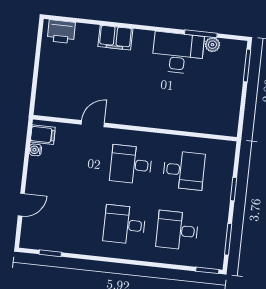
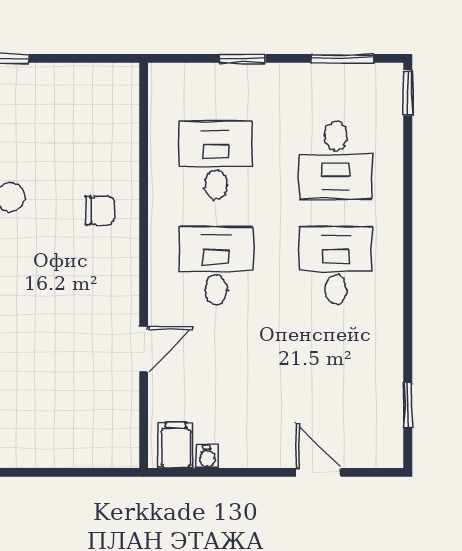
chair: (165, 109) -> (100, 210), added
door: (93, 124) -> (144, 349), swing flipped
desk: (131, 164) -> (216, 265), turned 180
desk: (124, 225) -> (336, 265), turned 180

